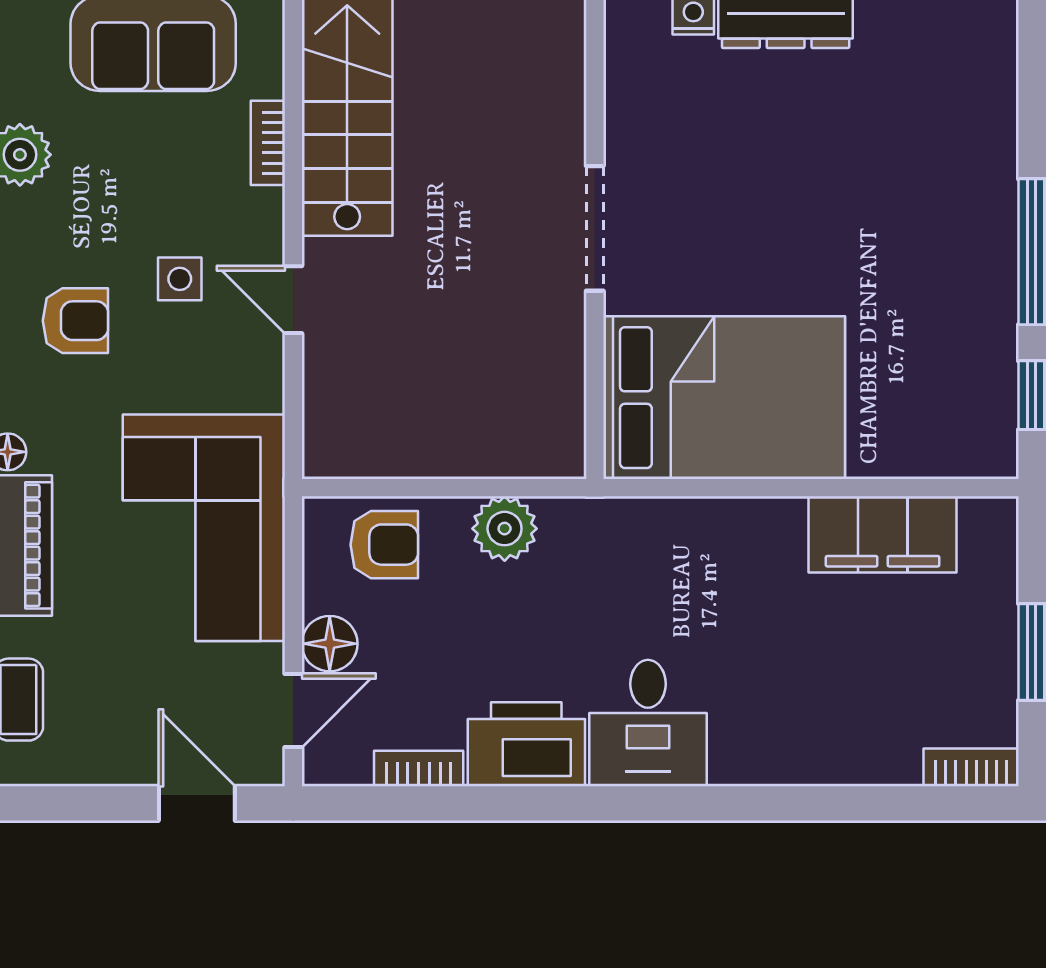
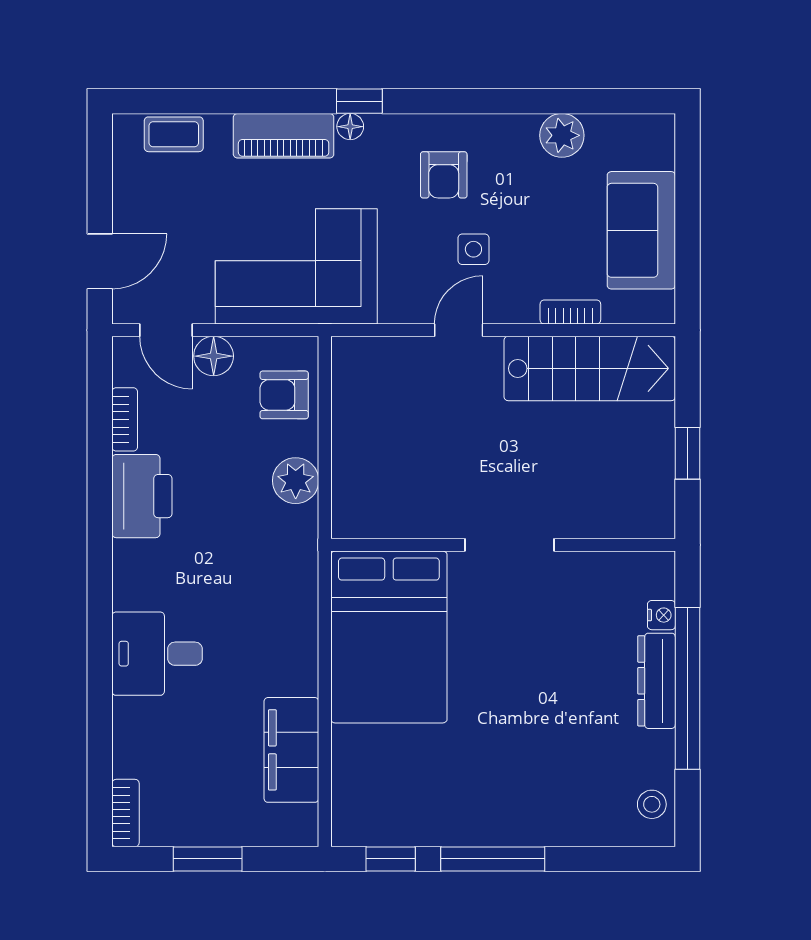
stool: (959, 29) -> (652, 804), added
armchair: (384, 545) -> (284, 395), turned 90
desk: (648, 723) -> (157, 654), moved

